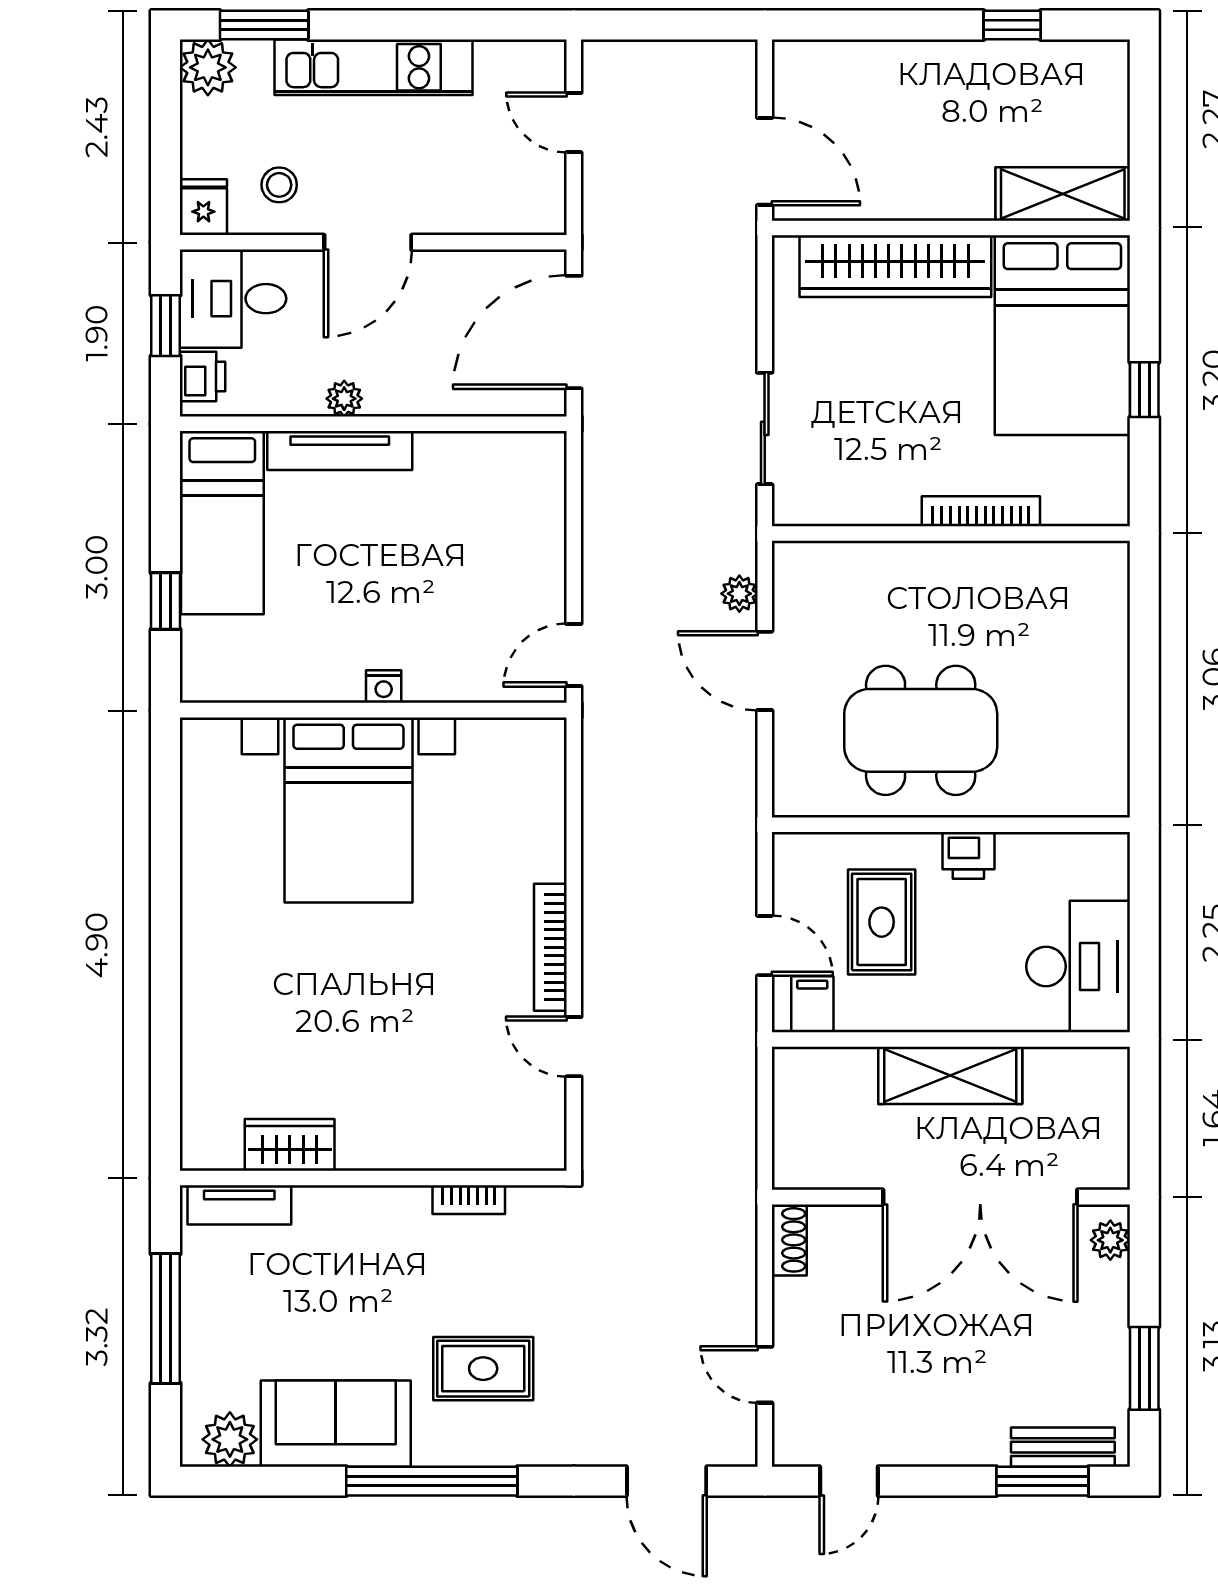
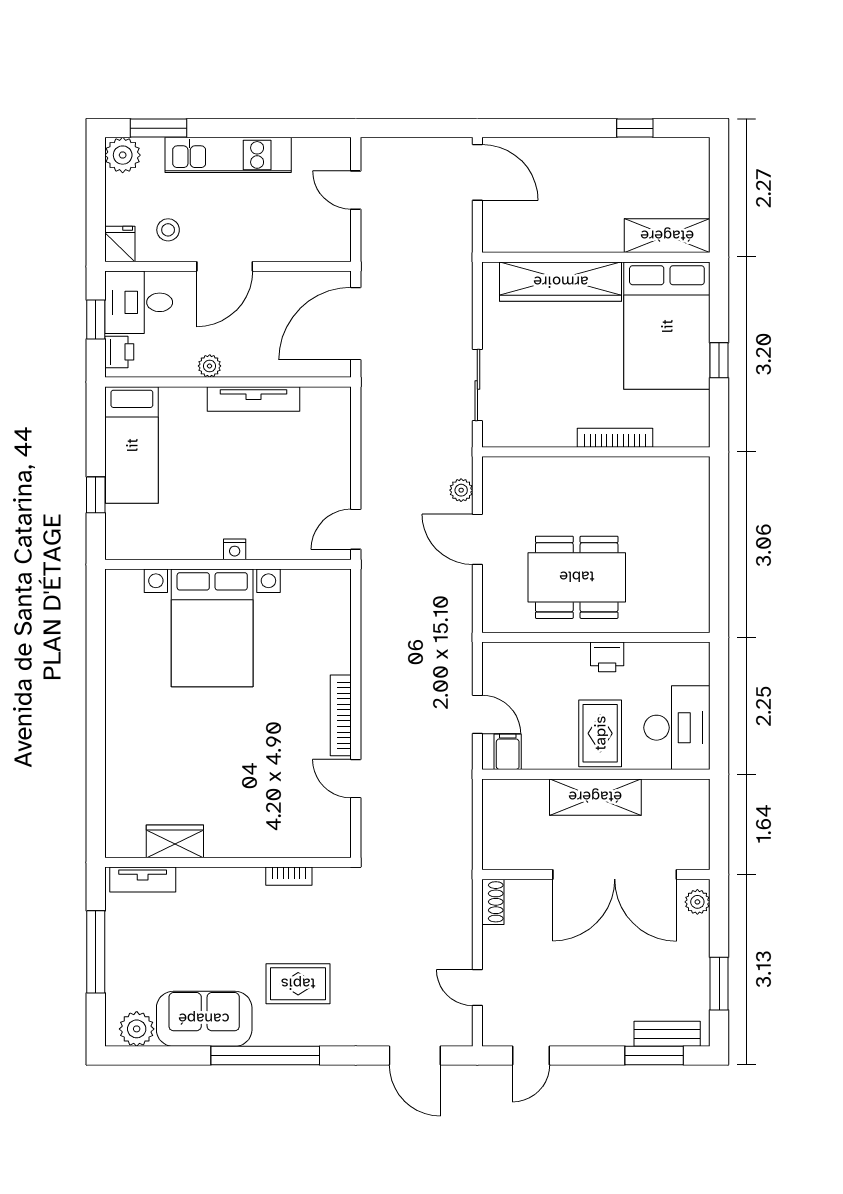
door: (765, 161) -> (477, 172), moved
tv unit: (340, 450) -> (254, 399), moved
rug: (882, 922) -> (600, 733), moved

